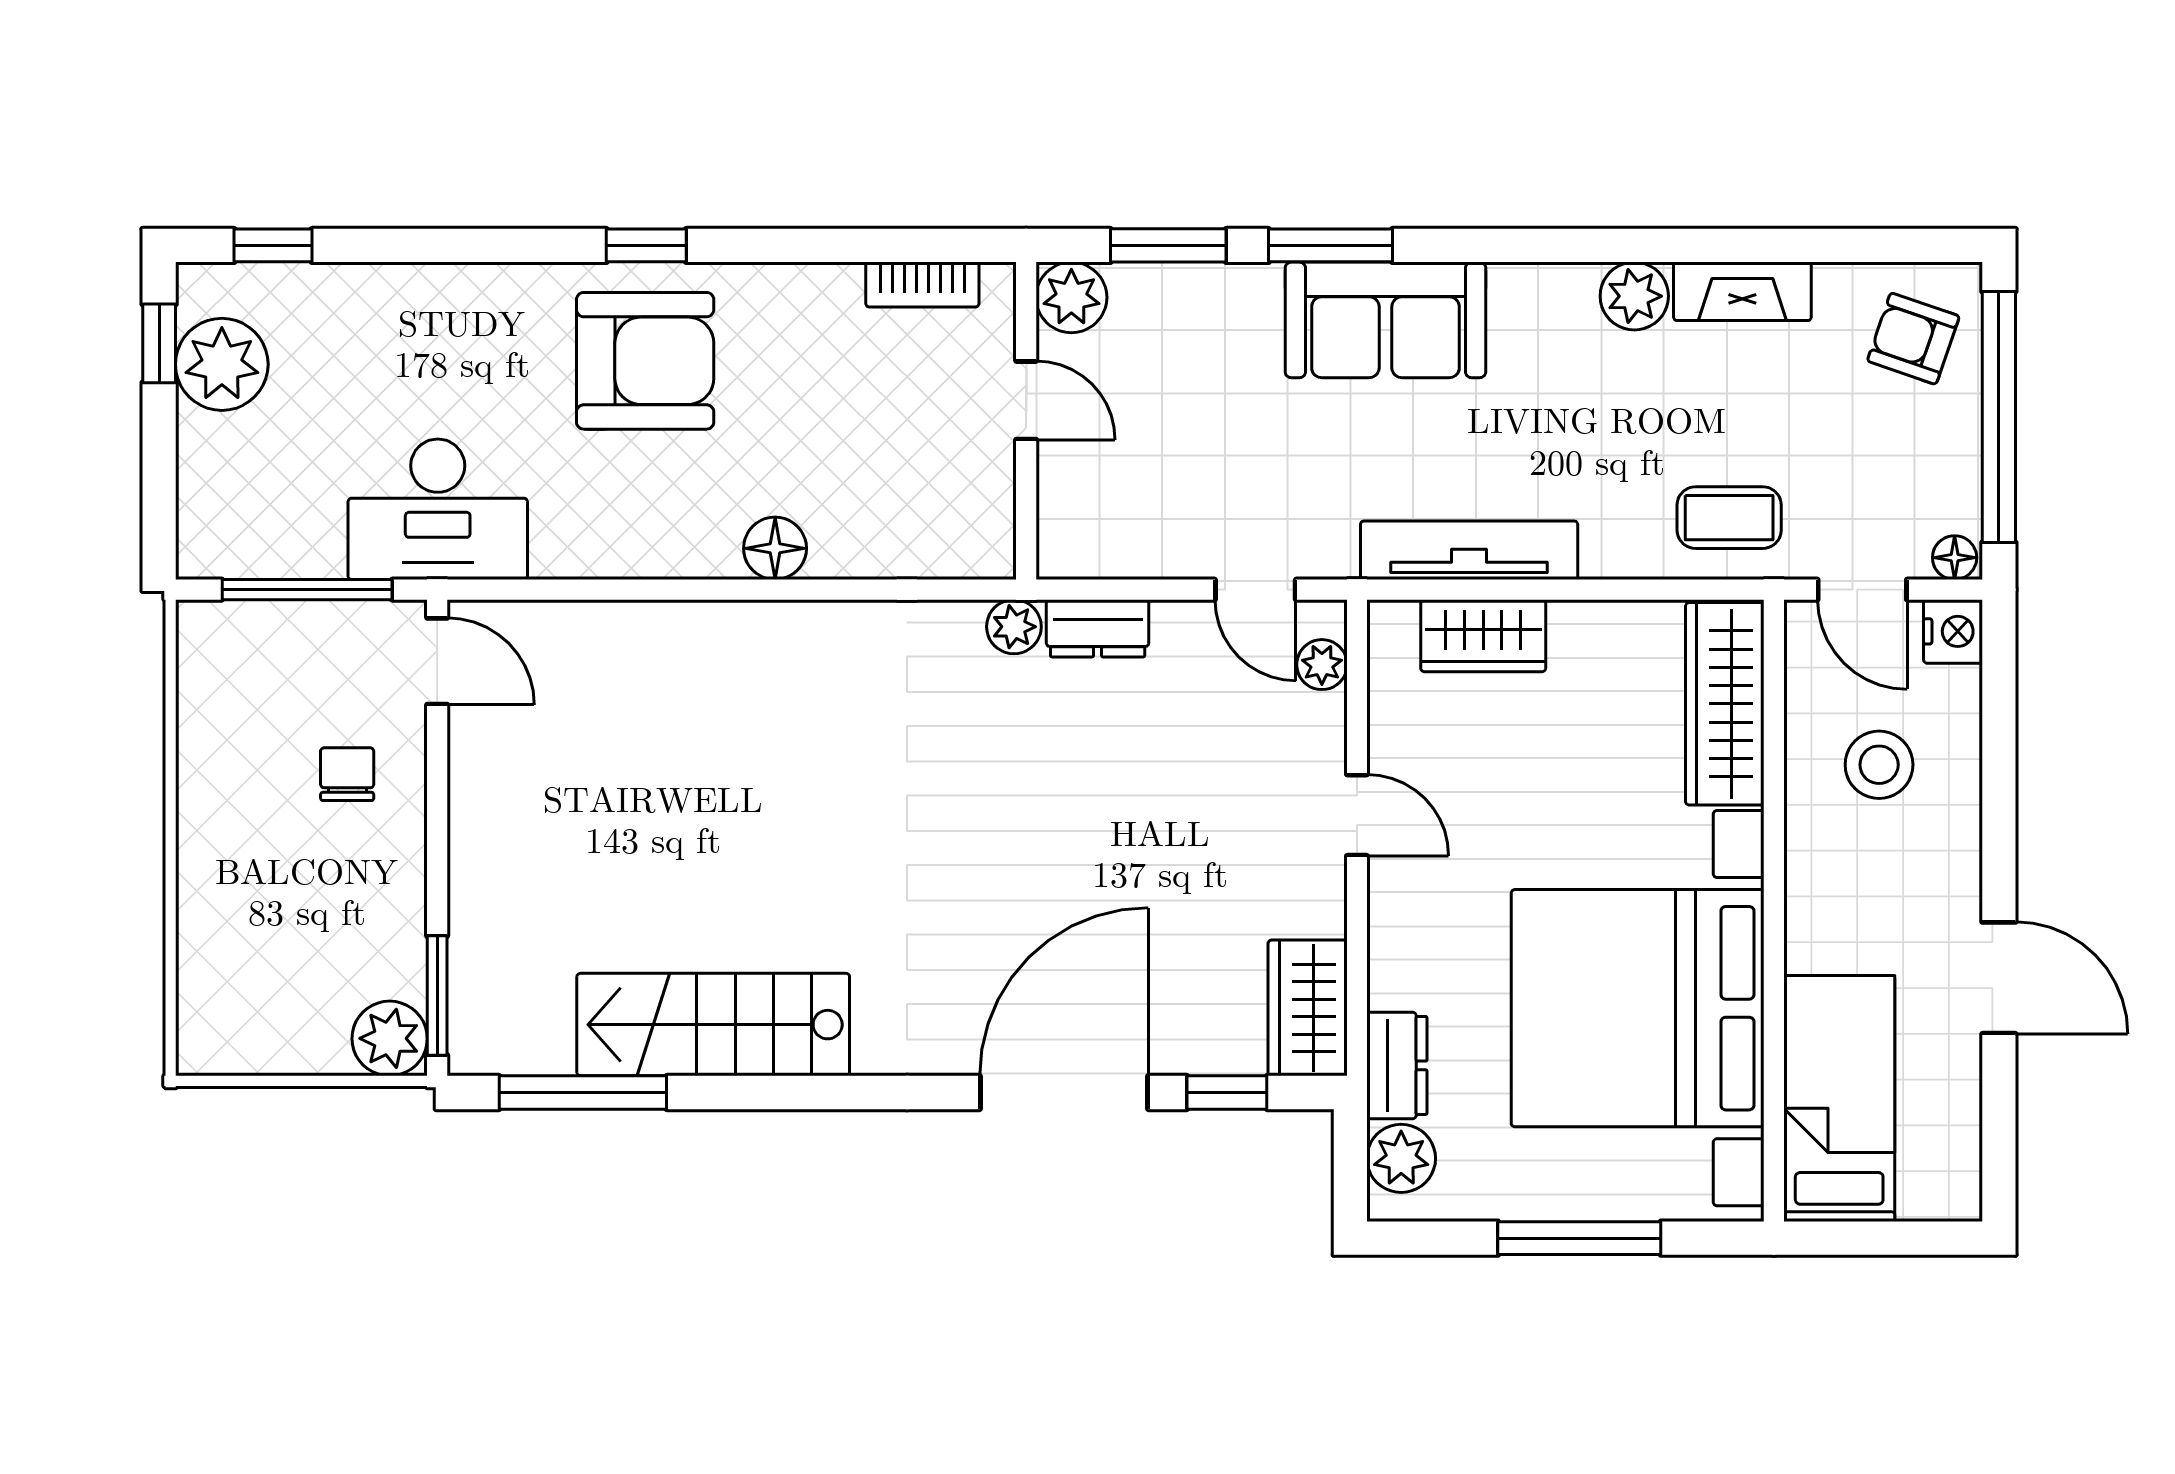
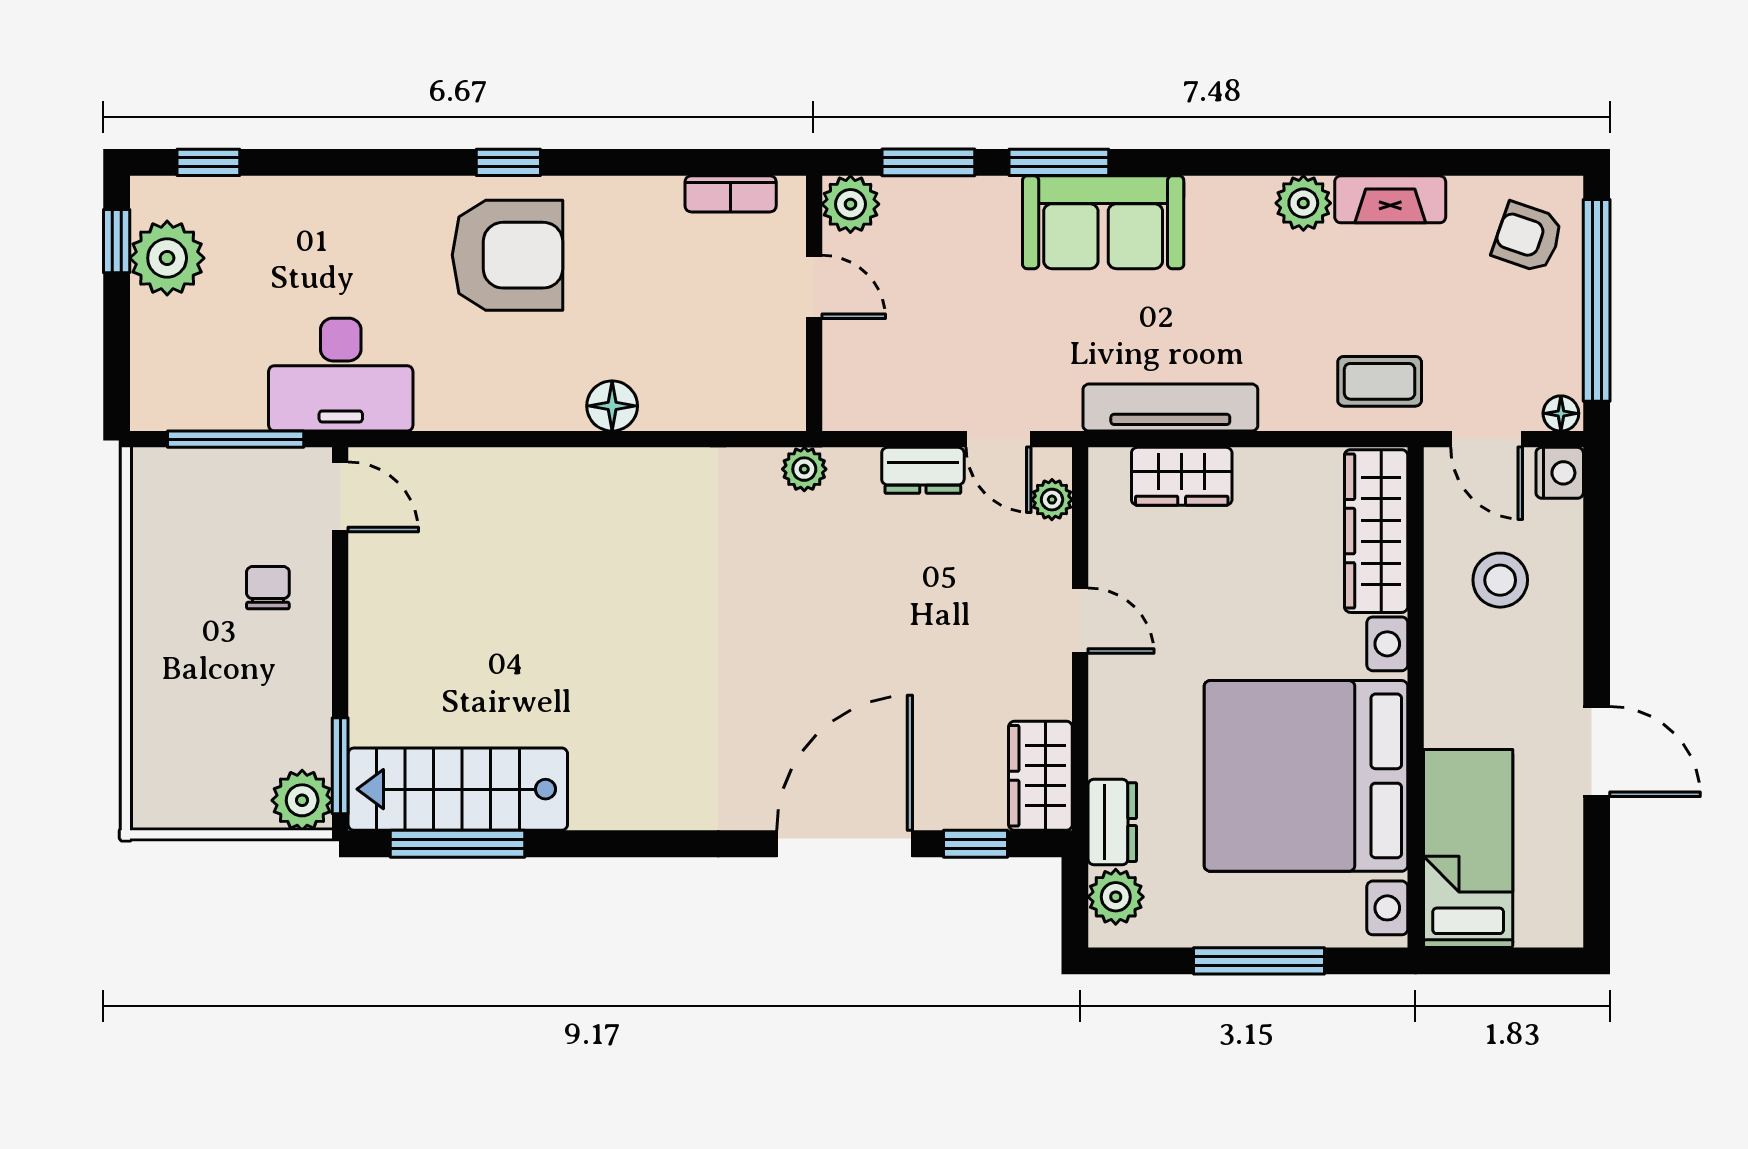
dresser: (1098, 628) -> (923, 470), moved
stairs: (713, 1025) -> (458, 789), moved

